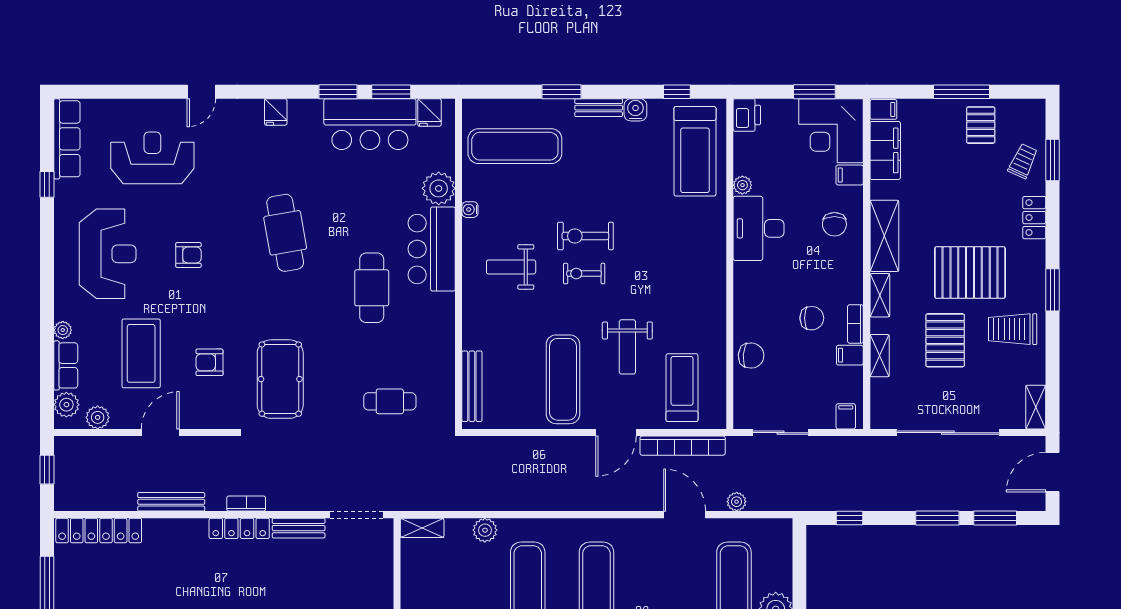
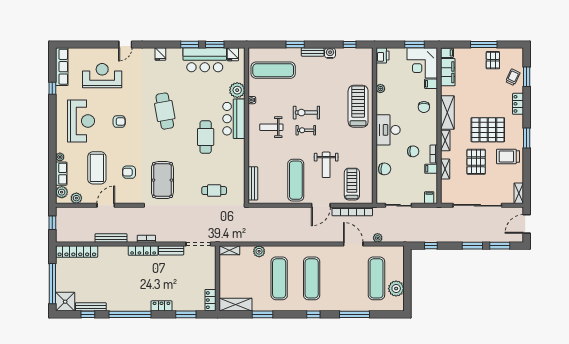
treadmill: (695, 151) -> (358, 106), moved, turned 180
desk: (759, 228) -> (388, 130), moved

